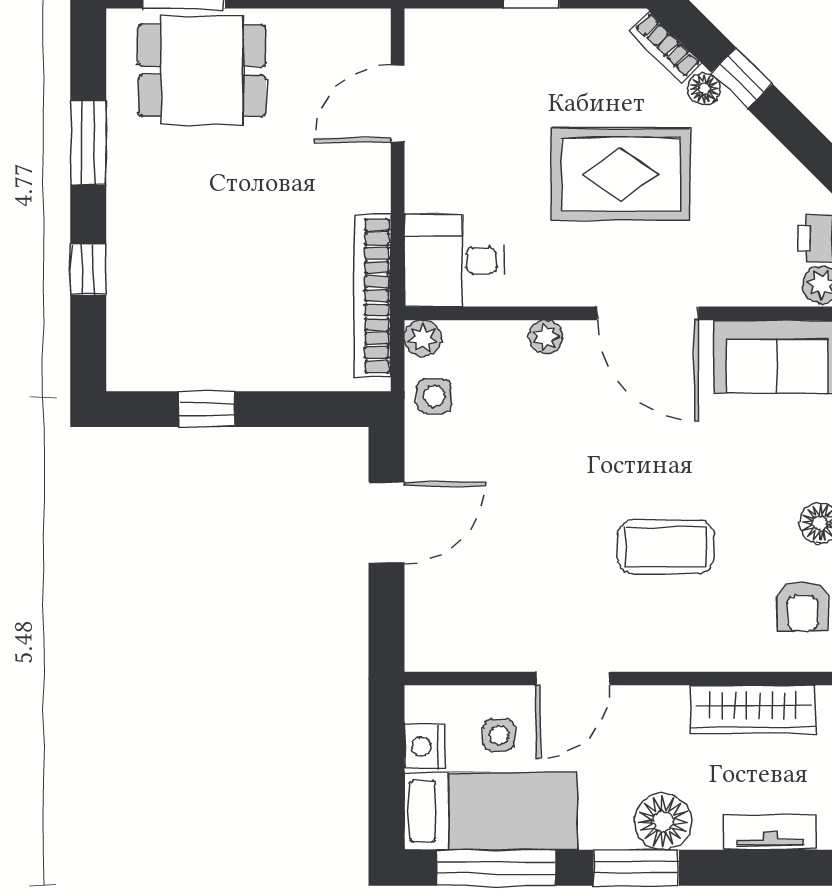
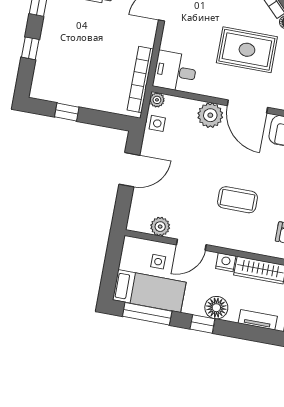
plant: (546, 337) -> (210, 115), width x1.88, depth x1.88
plant: (488, 648) -> (160, 227), added
nightstand: (425, 747) -> (226, 262), moved, turned 90
window: (636, 868) -> (202, 324), width x0.67

